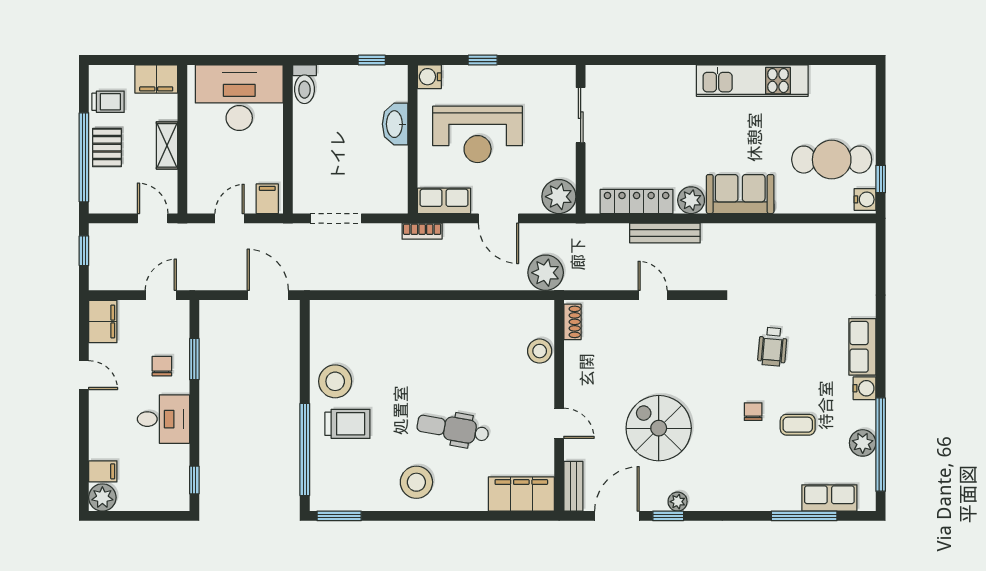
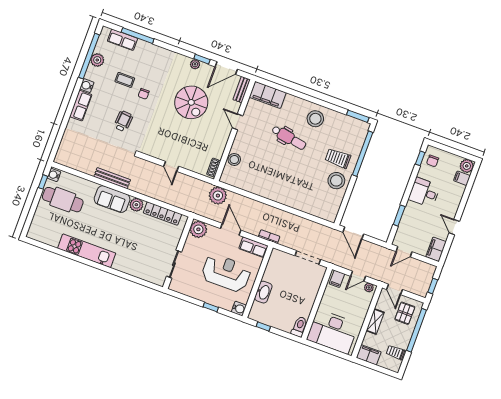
pallet: (107, 148) -> (405, 313), moved
plant: (202, 204) -> (369, 287), added
bench: (665, 233) -> (112, 178), moved
chair: (162, 366) -> (433, 161), moved

